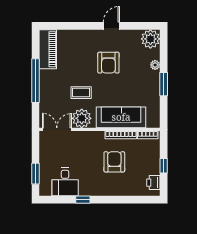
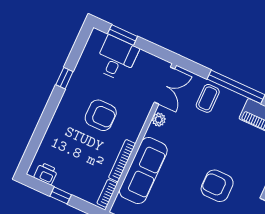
coffee table: (81, 93) -> (208, 98), moved
plant: (82, 118) -> (159, 120), width x0.53, depth x0.53
armchair: (114, 162) -> (101, 115), moved
desk: (65, 182) -> (116, 58), moved, turned 90

